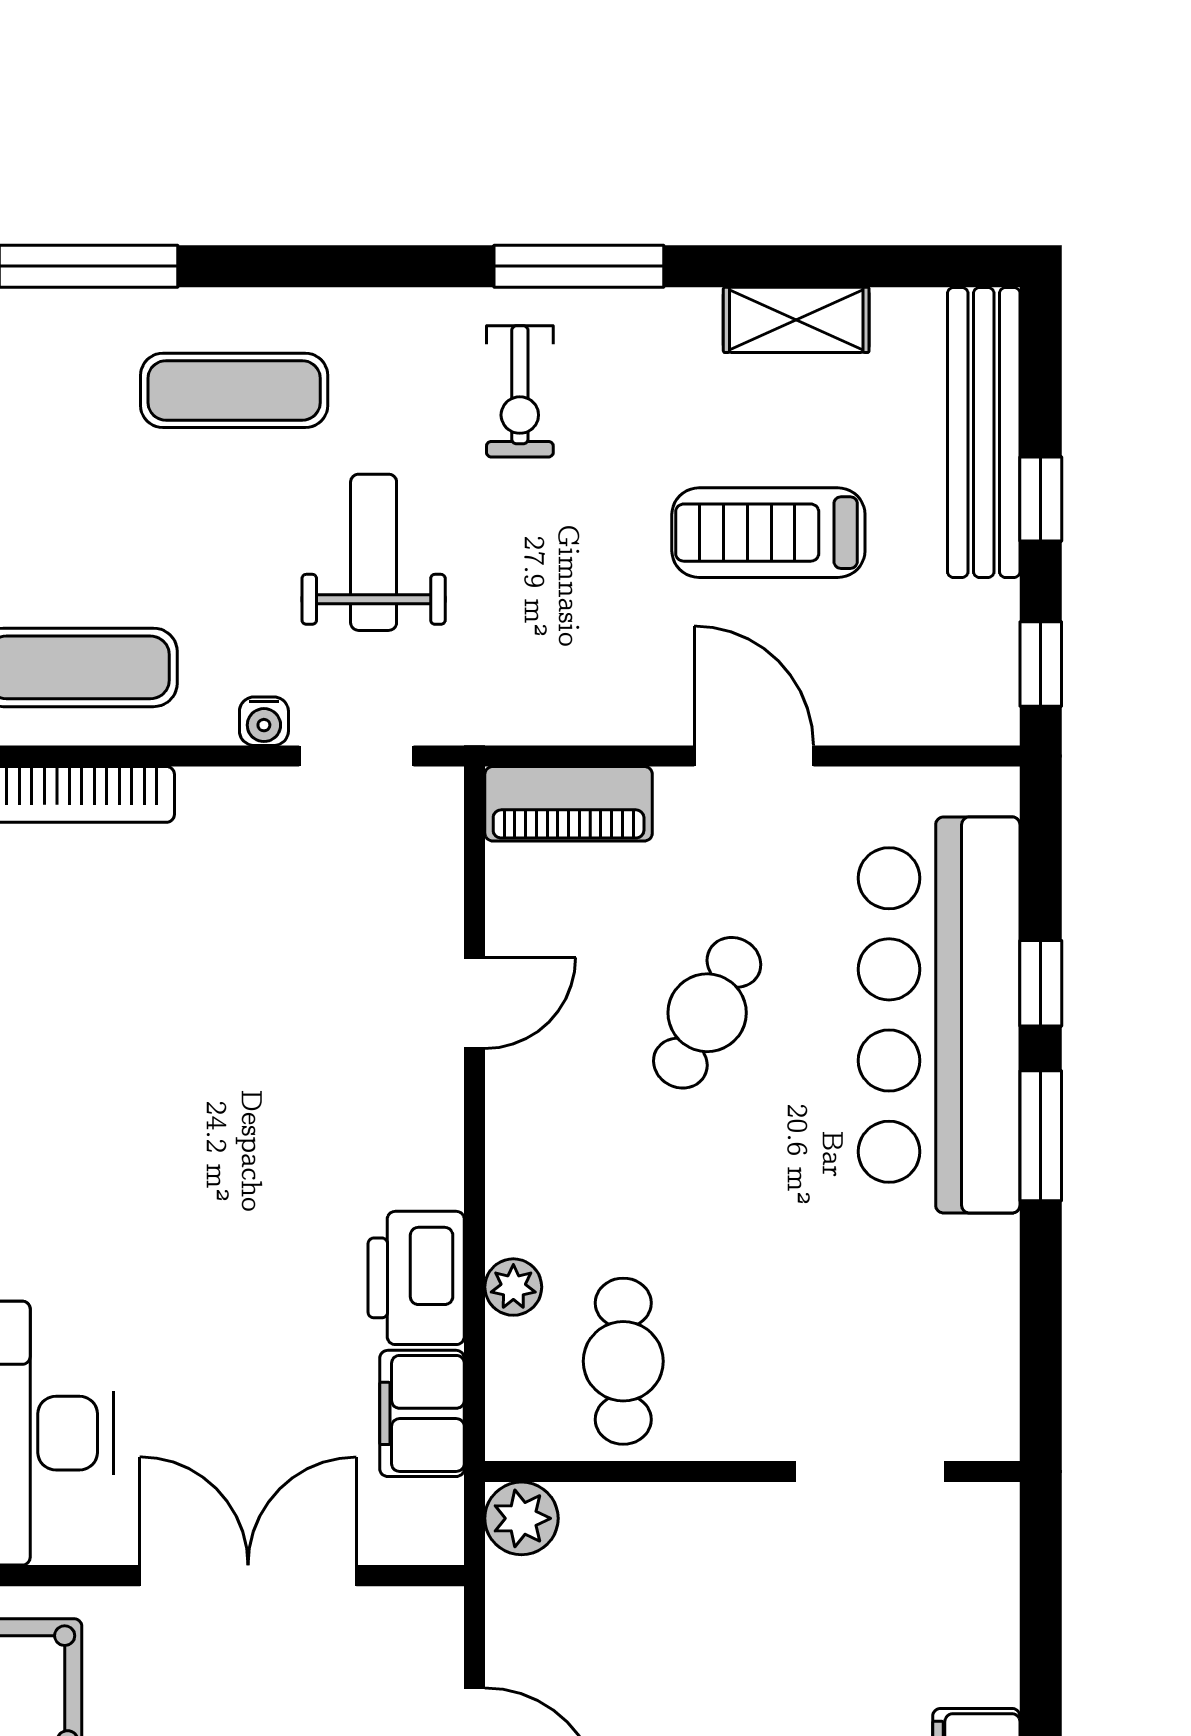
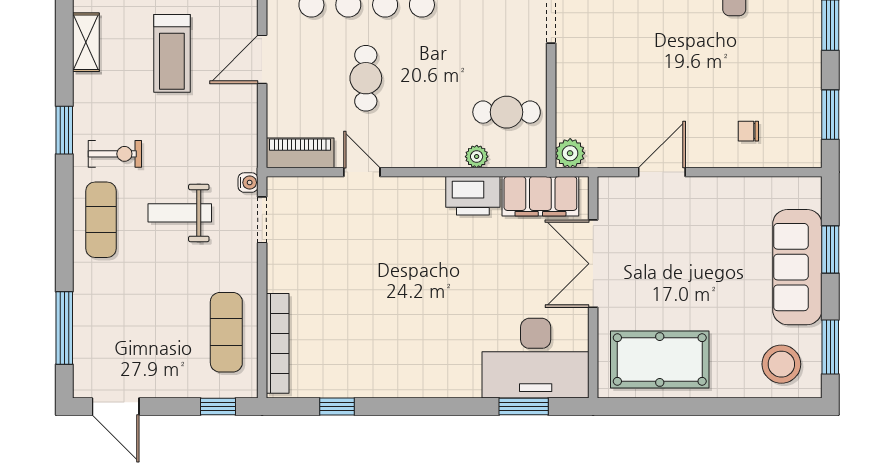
window: (579, 266) -> (64, 130), width x0.69
exercise mat: (234, 390) -> (101, 220), moved
water cooler: (264, 721) -> (248, 183), moved
piano: (569, 804) -> (300, 153), moved, turned -90
cafe table: (707, 1013) -> (366, 78), turned 62
filing cabinet: (422, 1413) -> (540, 196), width x1.50, depth x1.17

